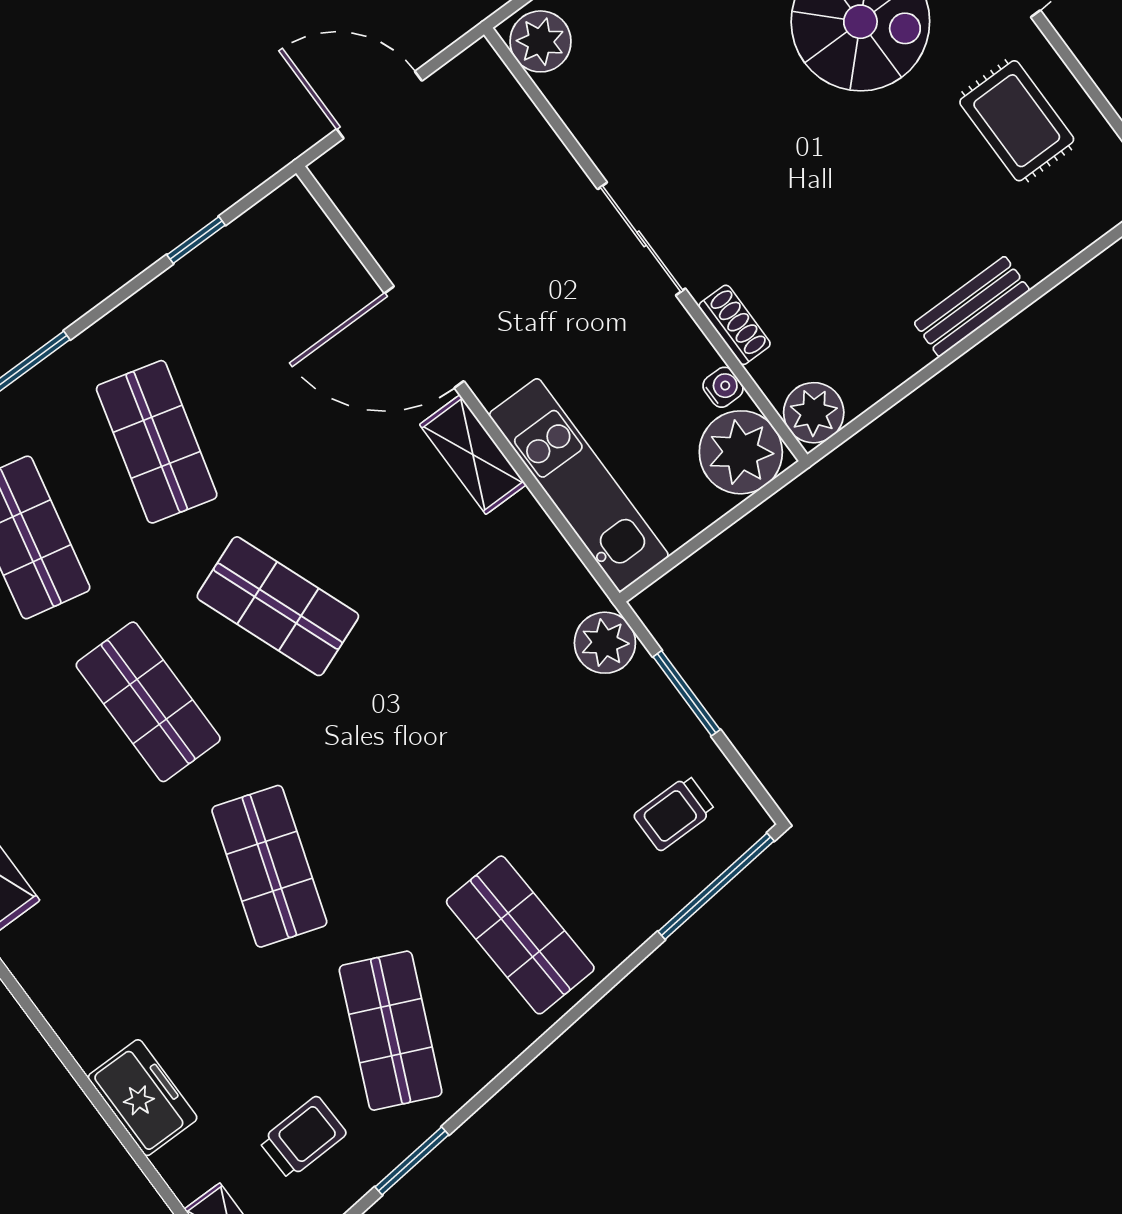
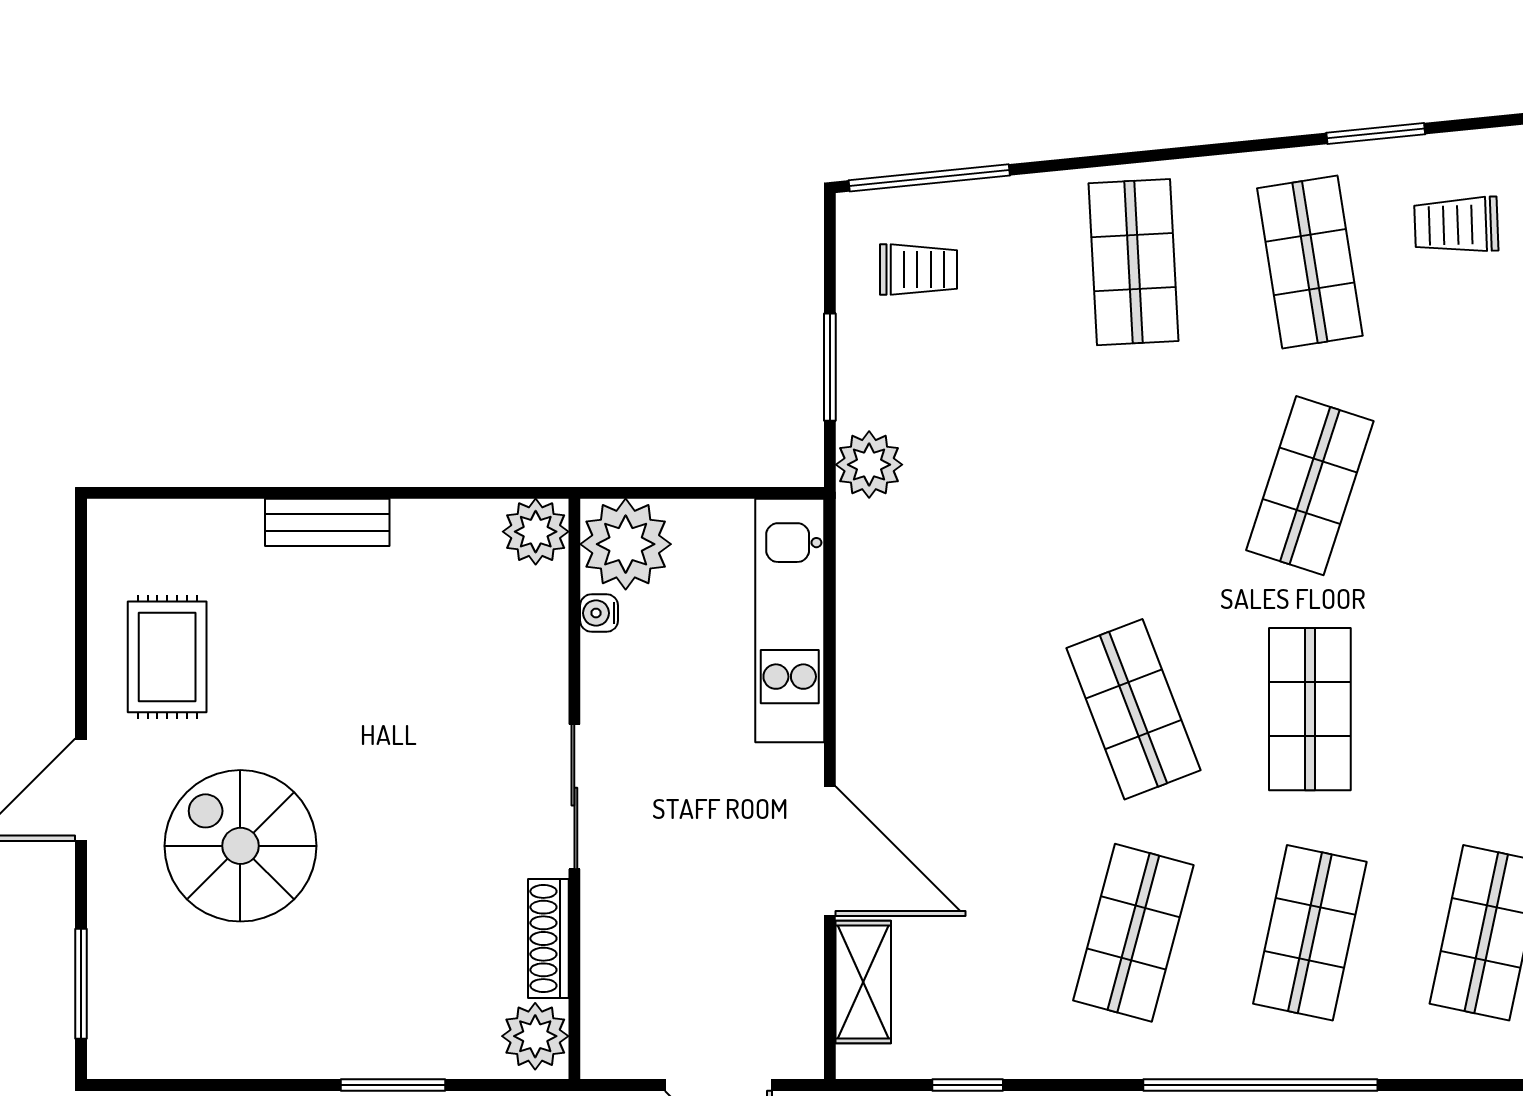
shoe rack: (735, 325) -> (548, 939), moved, width x1.43
shelving: (473, 455) -> (863, 982), moved
shop shelf: (391, 1031) -> (1310, 262), turned -33

